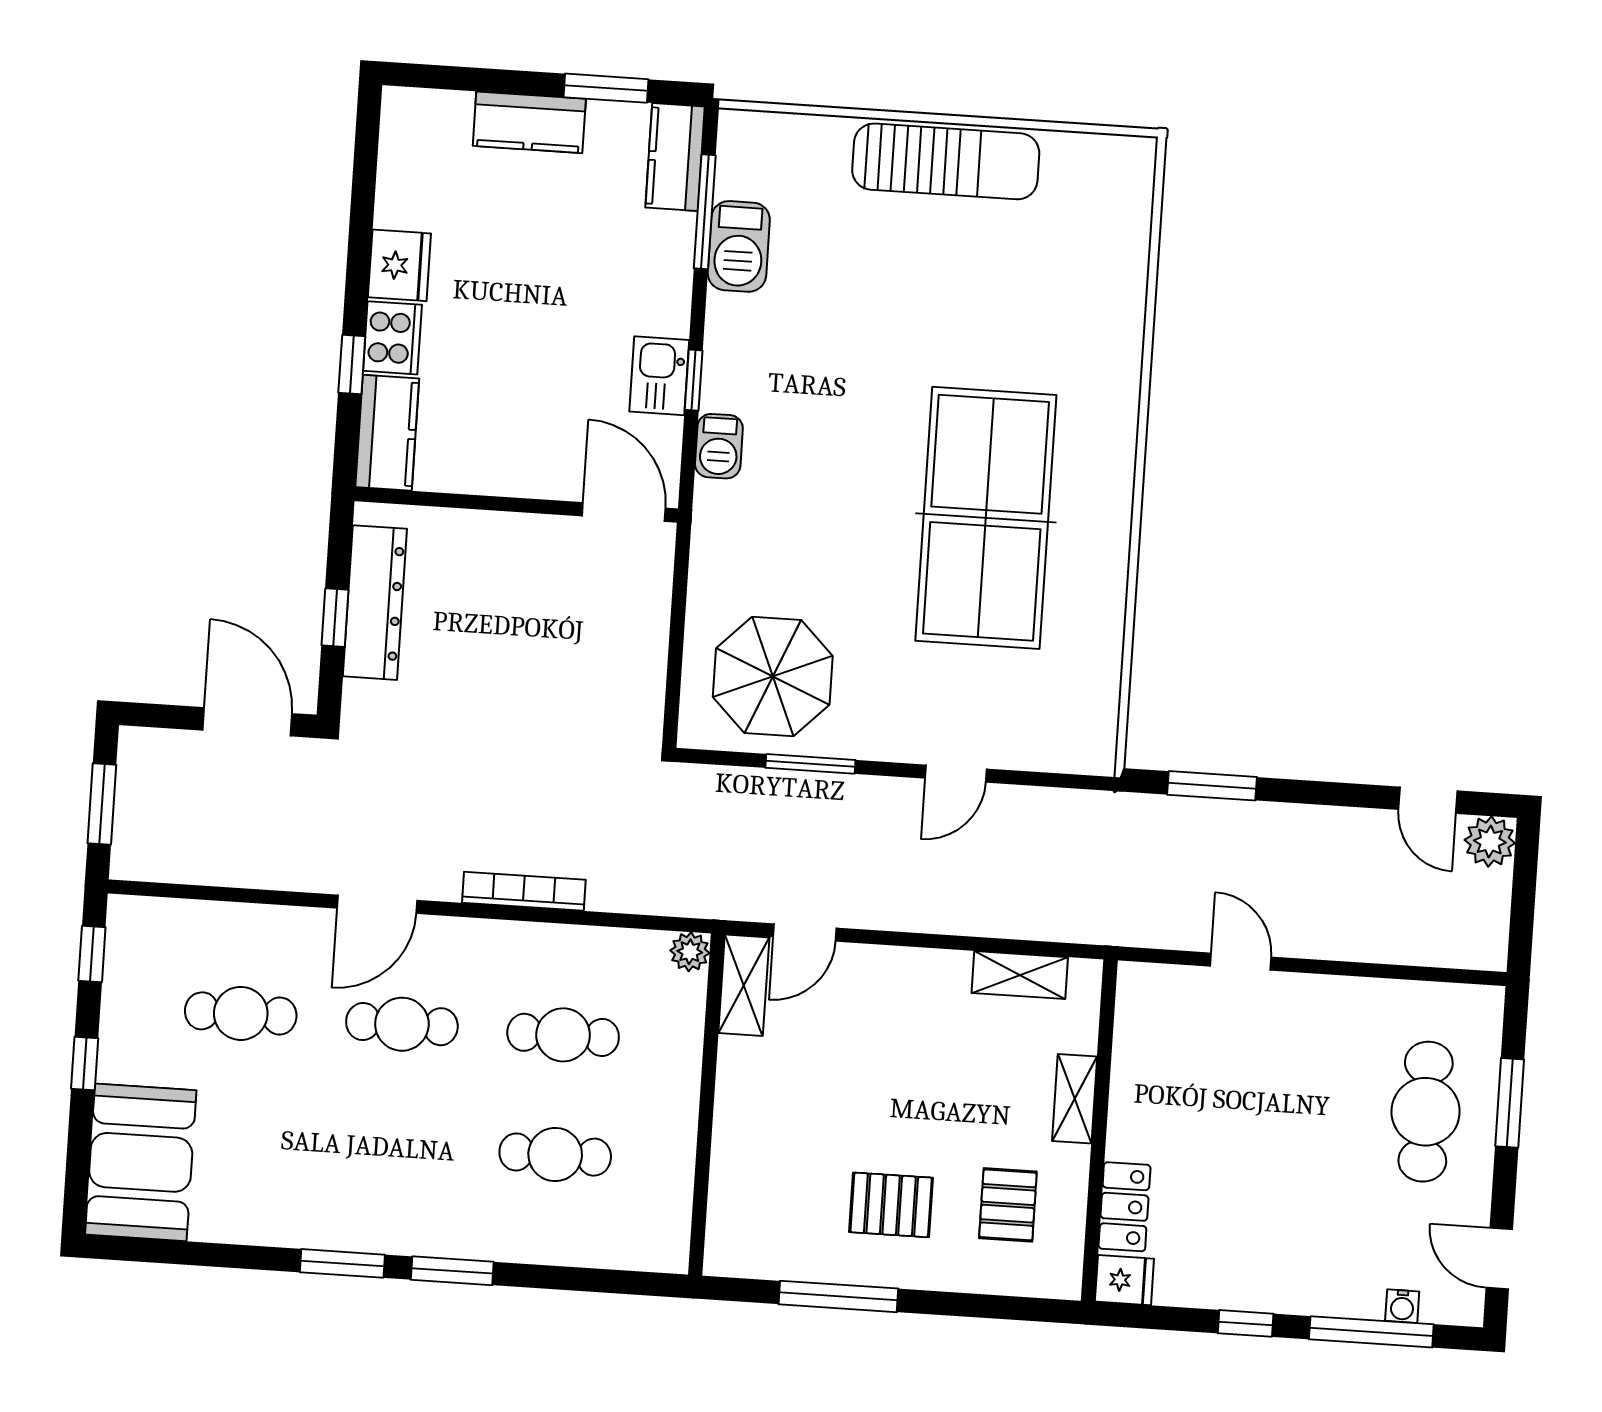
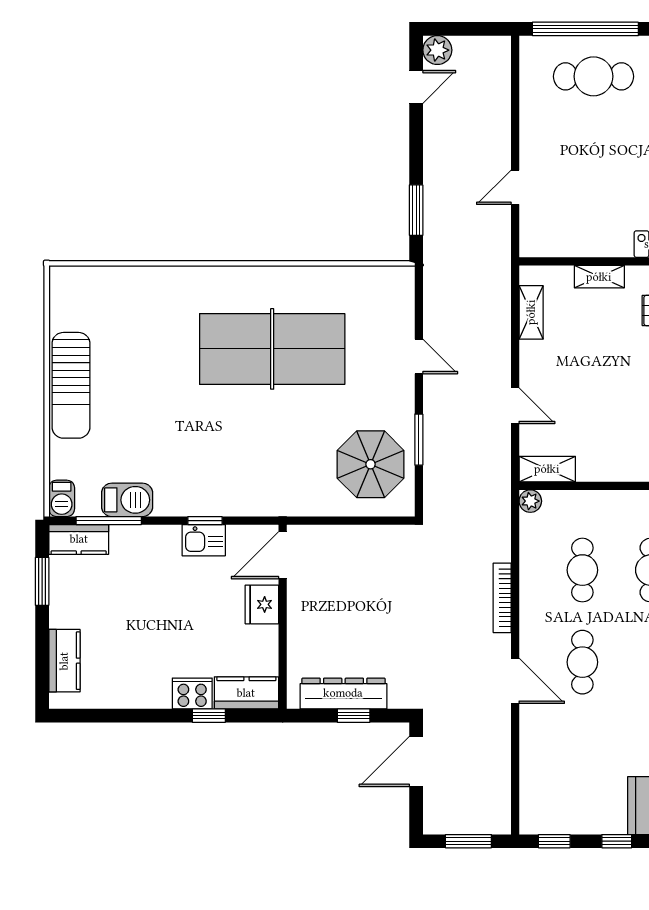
kitchen counter: (529, 122) -> (64, 661), moved
sun lounger: (946, 161) -> (71, 385), turned 180
fridge: (399, 265) -> (262, 604), moved, turned -90
barbecue: (719, 446) -> (62, 498), moved, turned 90
door: (805, 933) -> (515, 406), moved
cafe table: (241, 1013) -> (582, 754), removed
window: (1510, 1103) -> (585, 29), width x2.11

